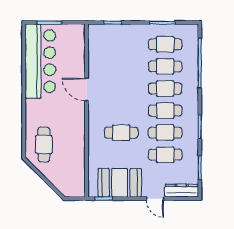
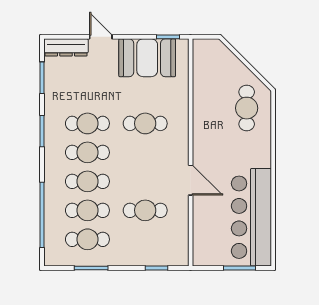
cafe table: (165, 155) -> (145, 210), moved

